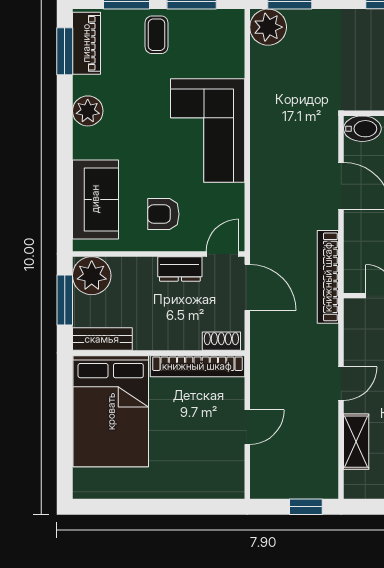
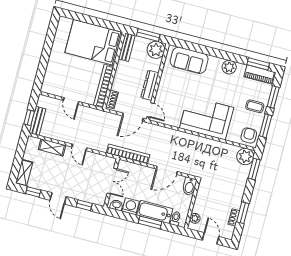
armchair: (163, 214) -> (249, 136), moved
dresser: (180, 269) -> (150, 85), width x1.44
bench: (308, 487) -> (37, 121), added

